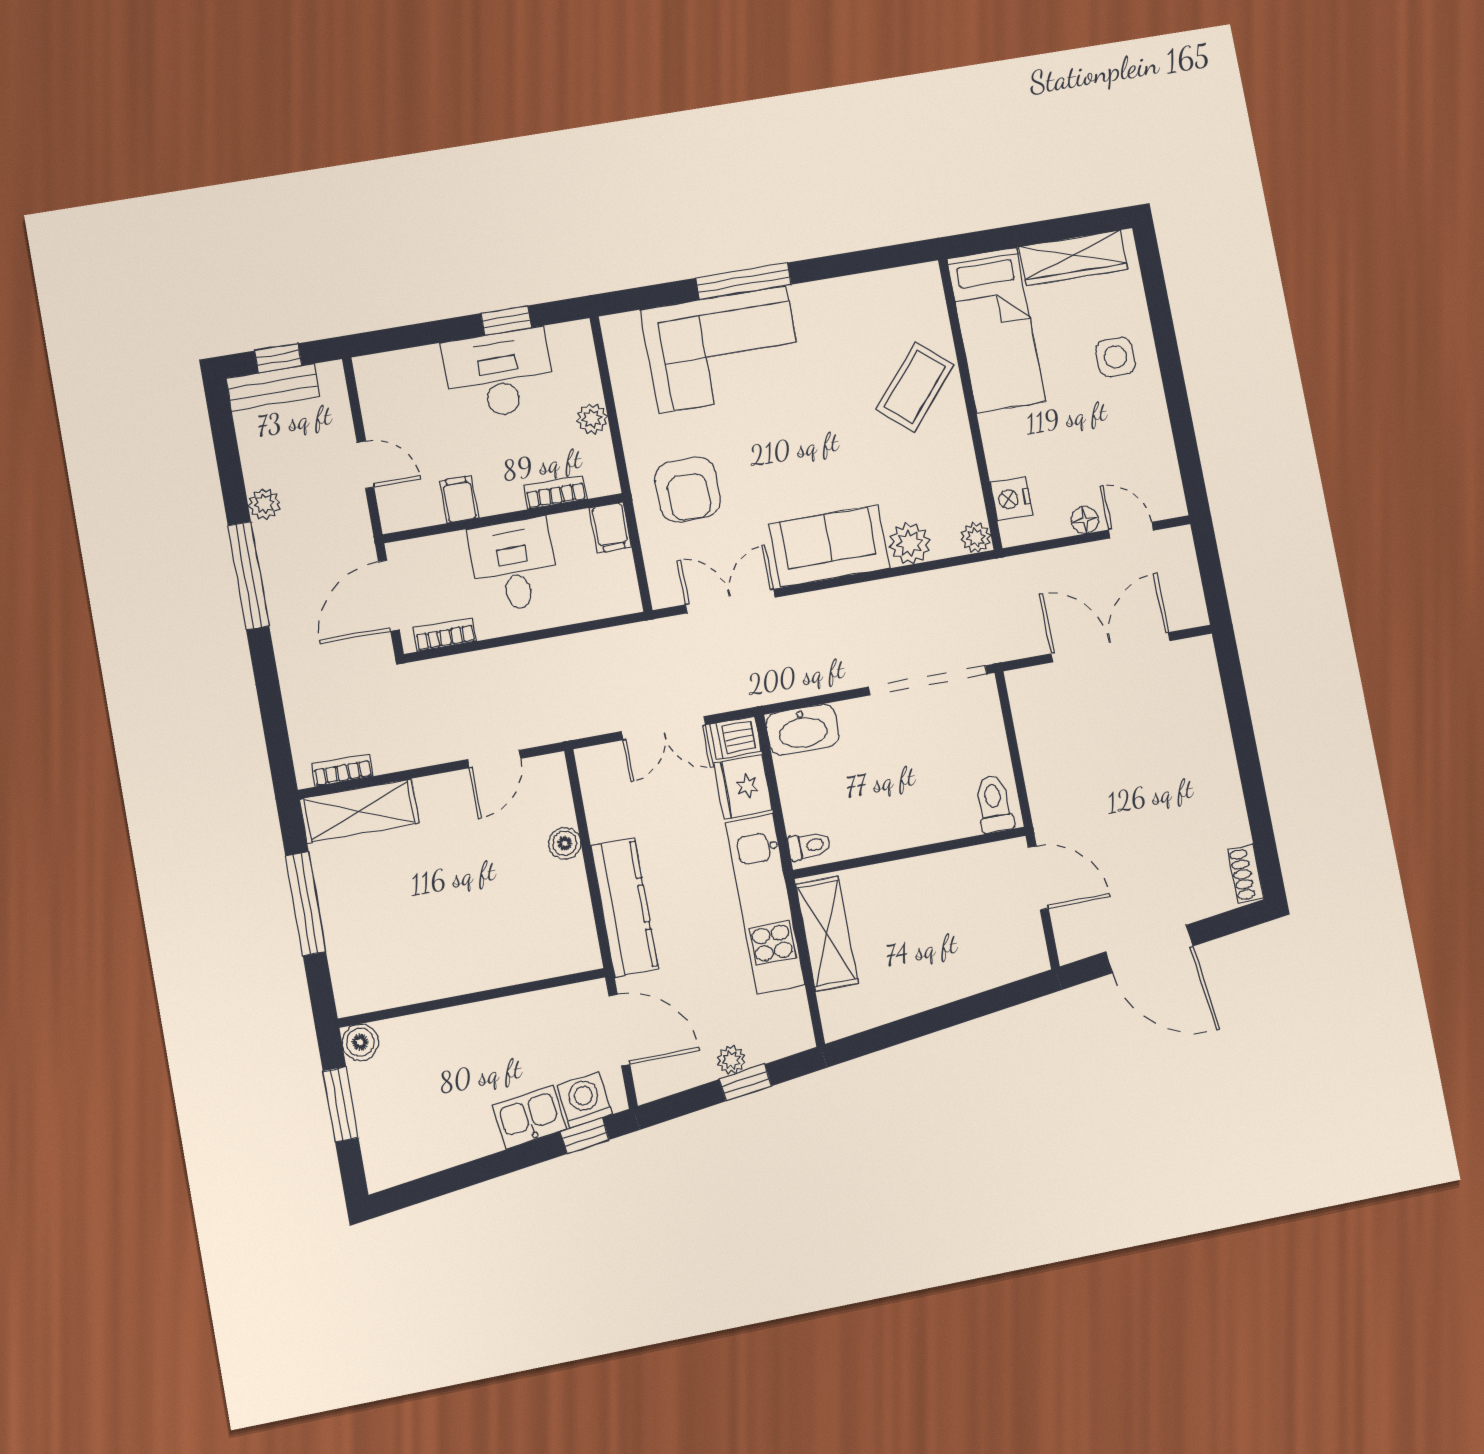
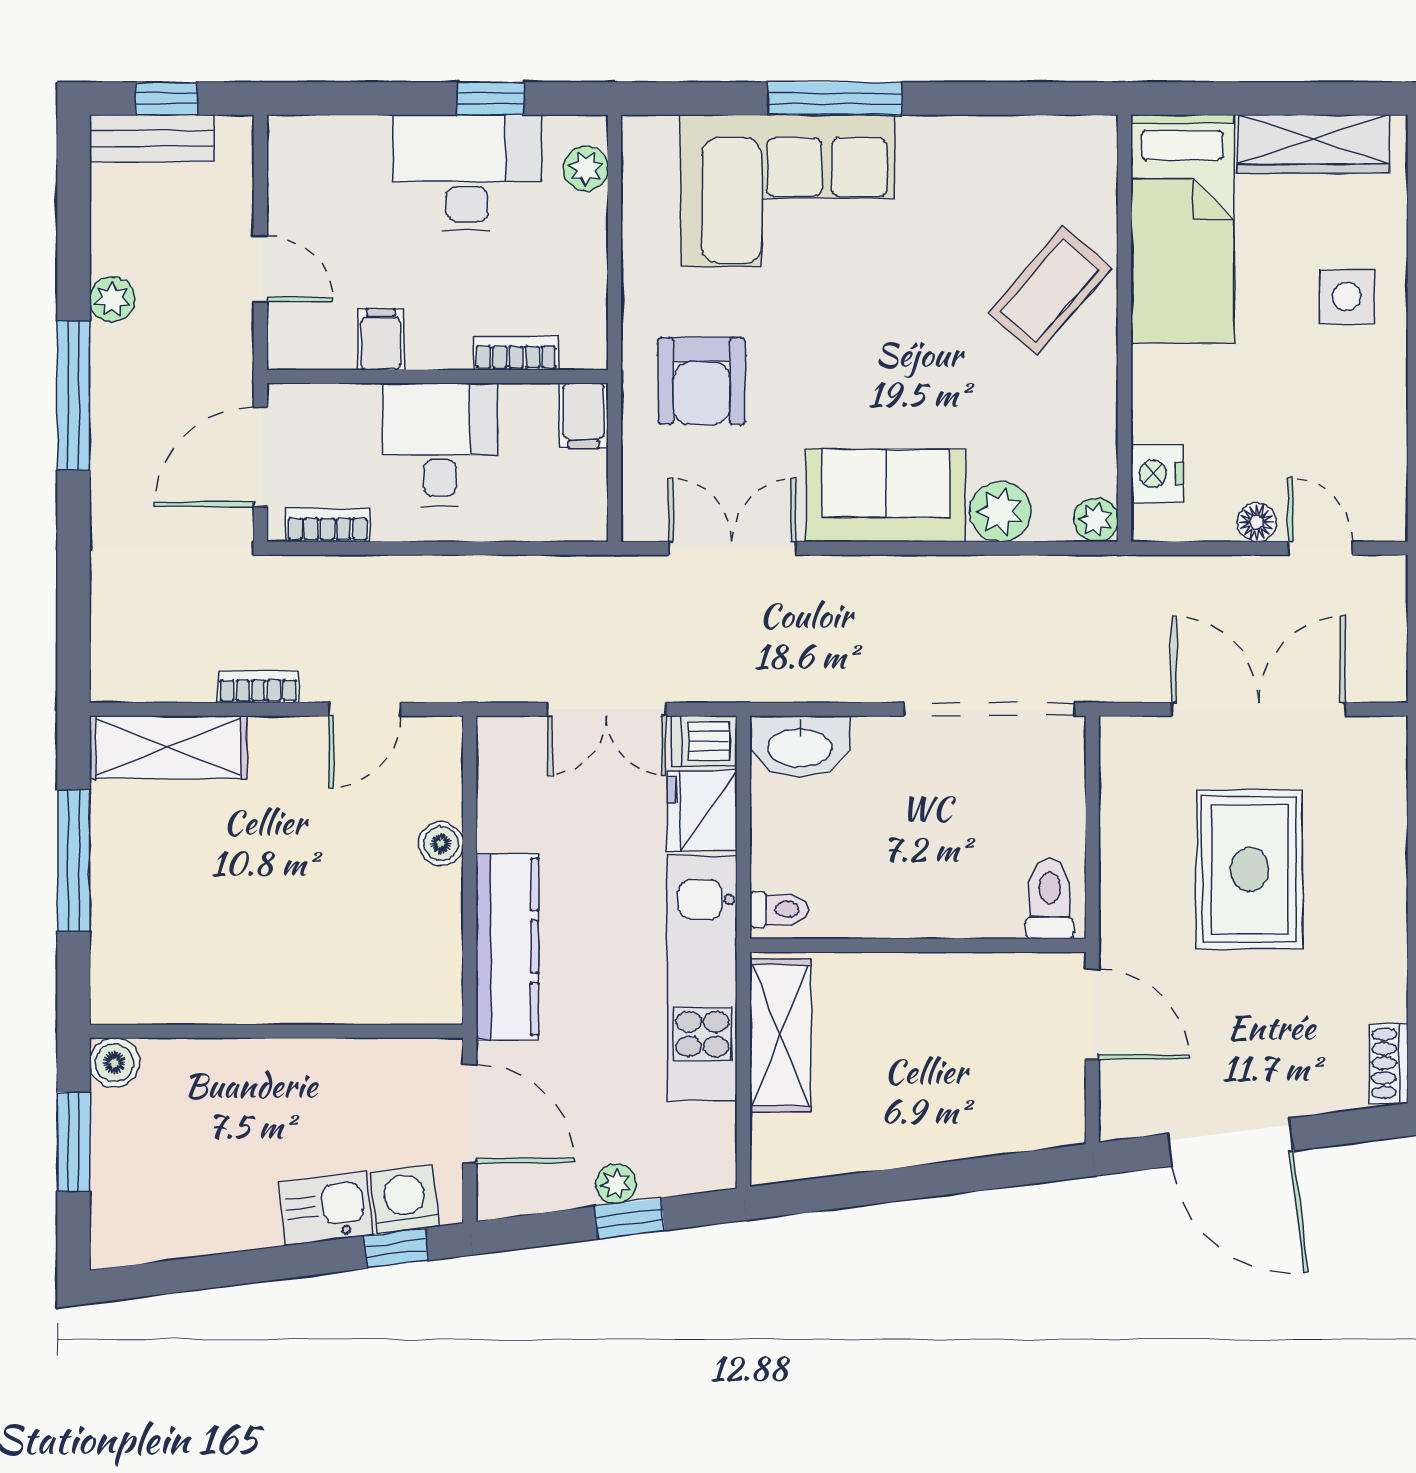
plant: (592, 419) -> (586, 168), moved
rug: (1126, 758) -> (1249, 869), added
bookcase: (342, 770) -> (258, 687), moved

